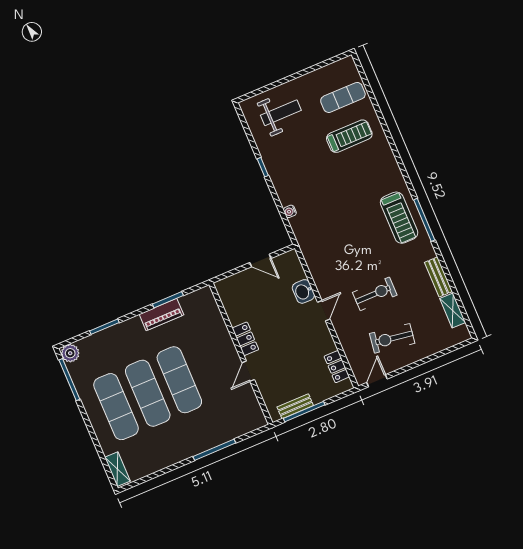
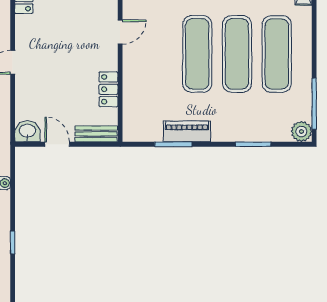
bench: (233, 282) -> (96, 134), added
washbasin: (303, 291) -> (27, 131), moved, turned -90
locker: (246, 339) -> (108, 89), moved

